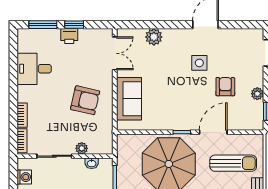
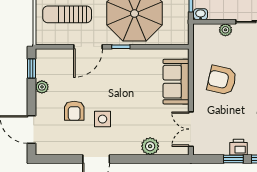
armchair: (225, 87) -> (74, 111), moved
washbasin: (92, 163) -> (201, 14), moved

